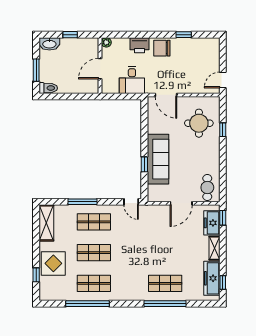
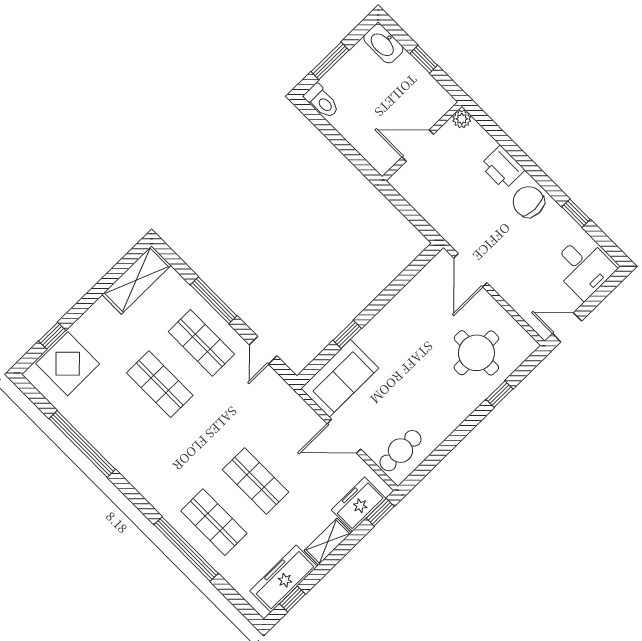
desk: (132, 80) -> (583, 267), moved, turned -90
sofa: (158, 159) -> (340, 378), moved, width x0.73
door: (131, 202) -> (263, 350), moved
display table: (53, 263) -> (68, 364), moved
shop shelf: (94, 283) -> (256, 481), moved

